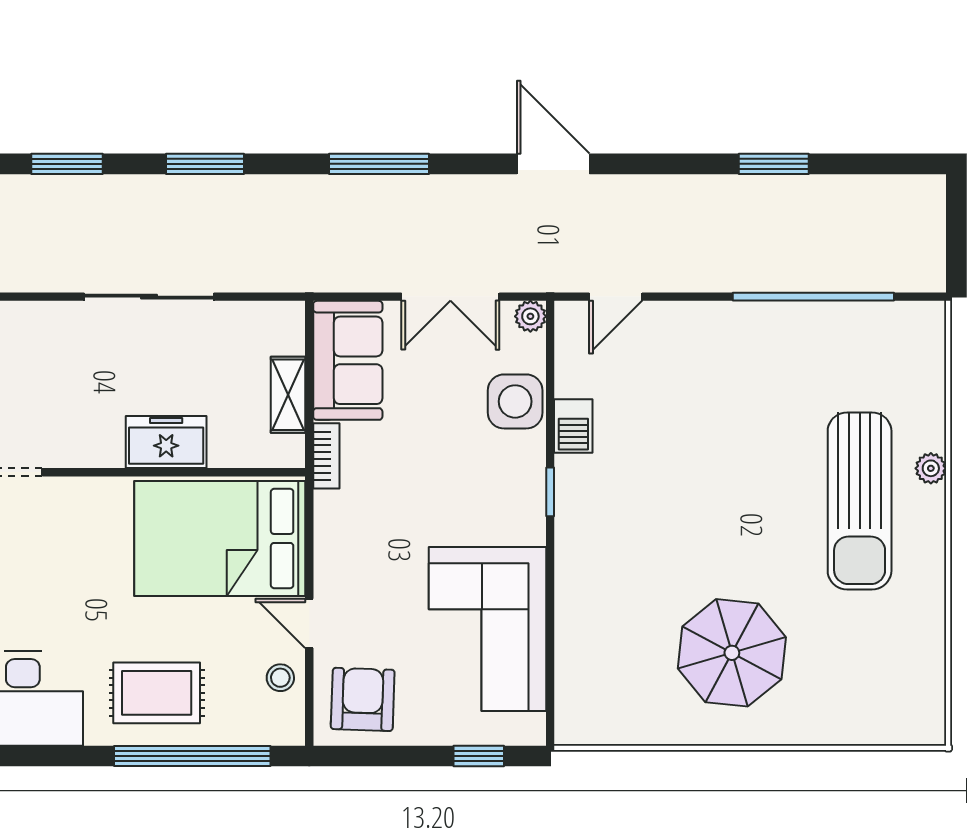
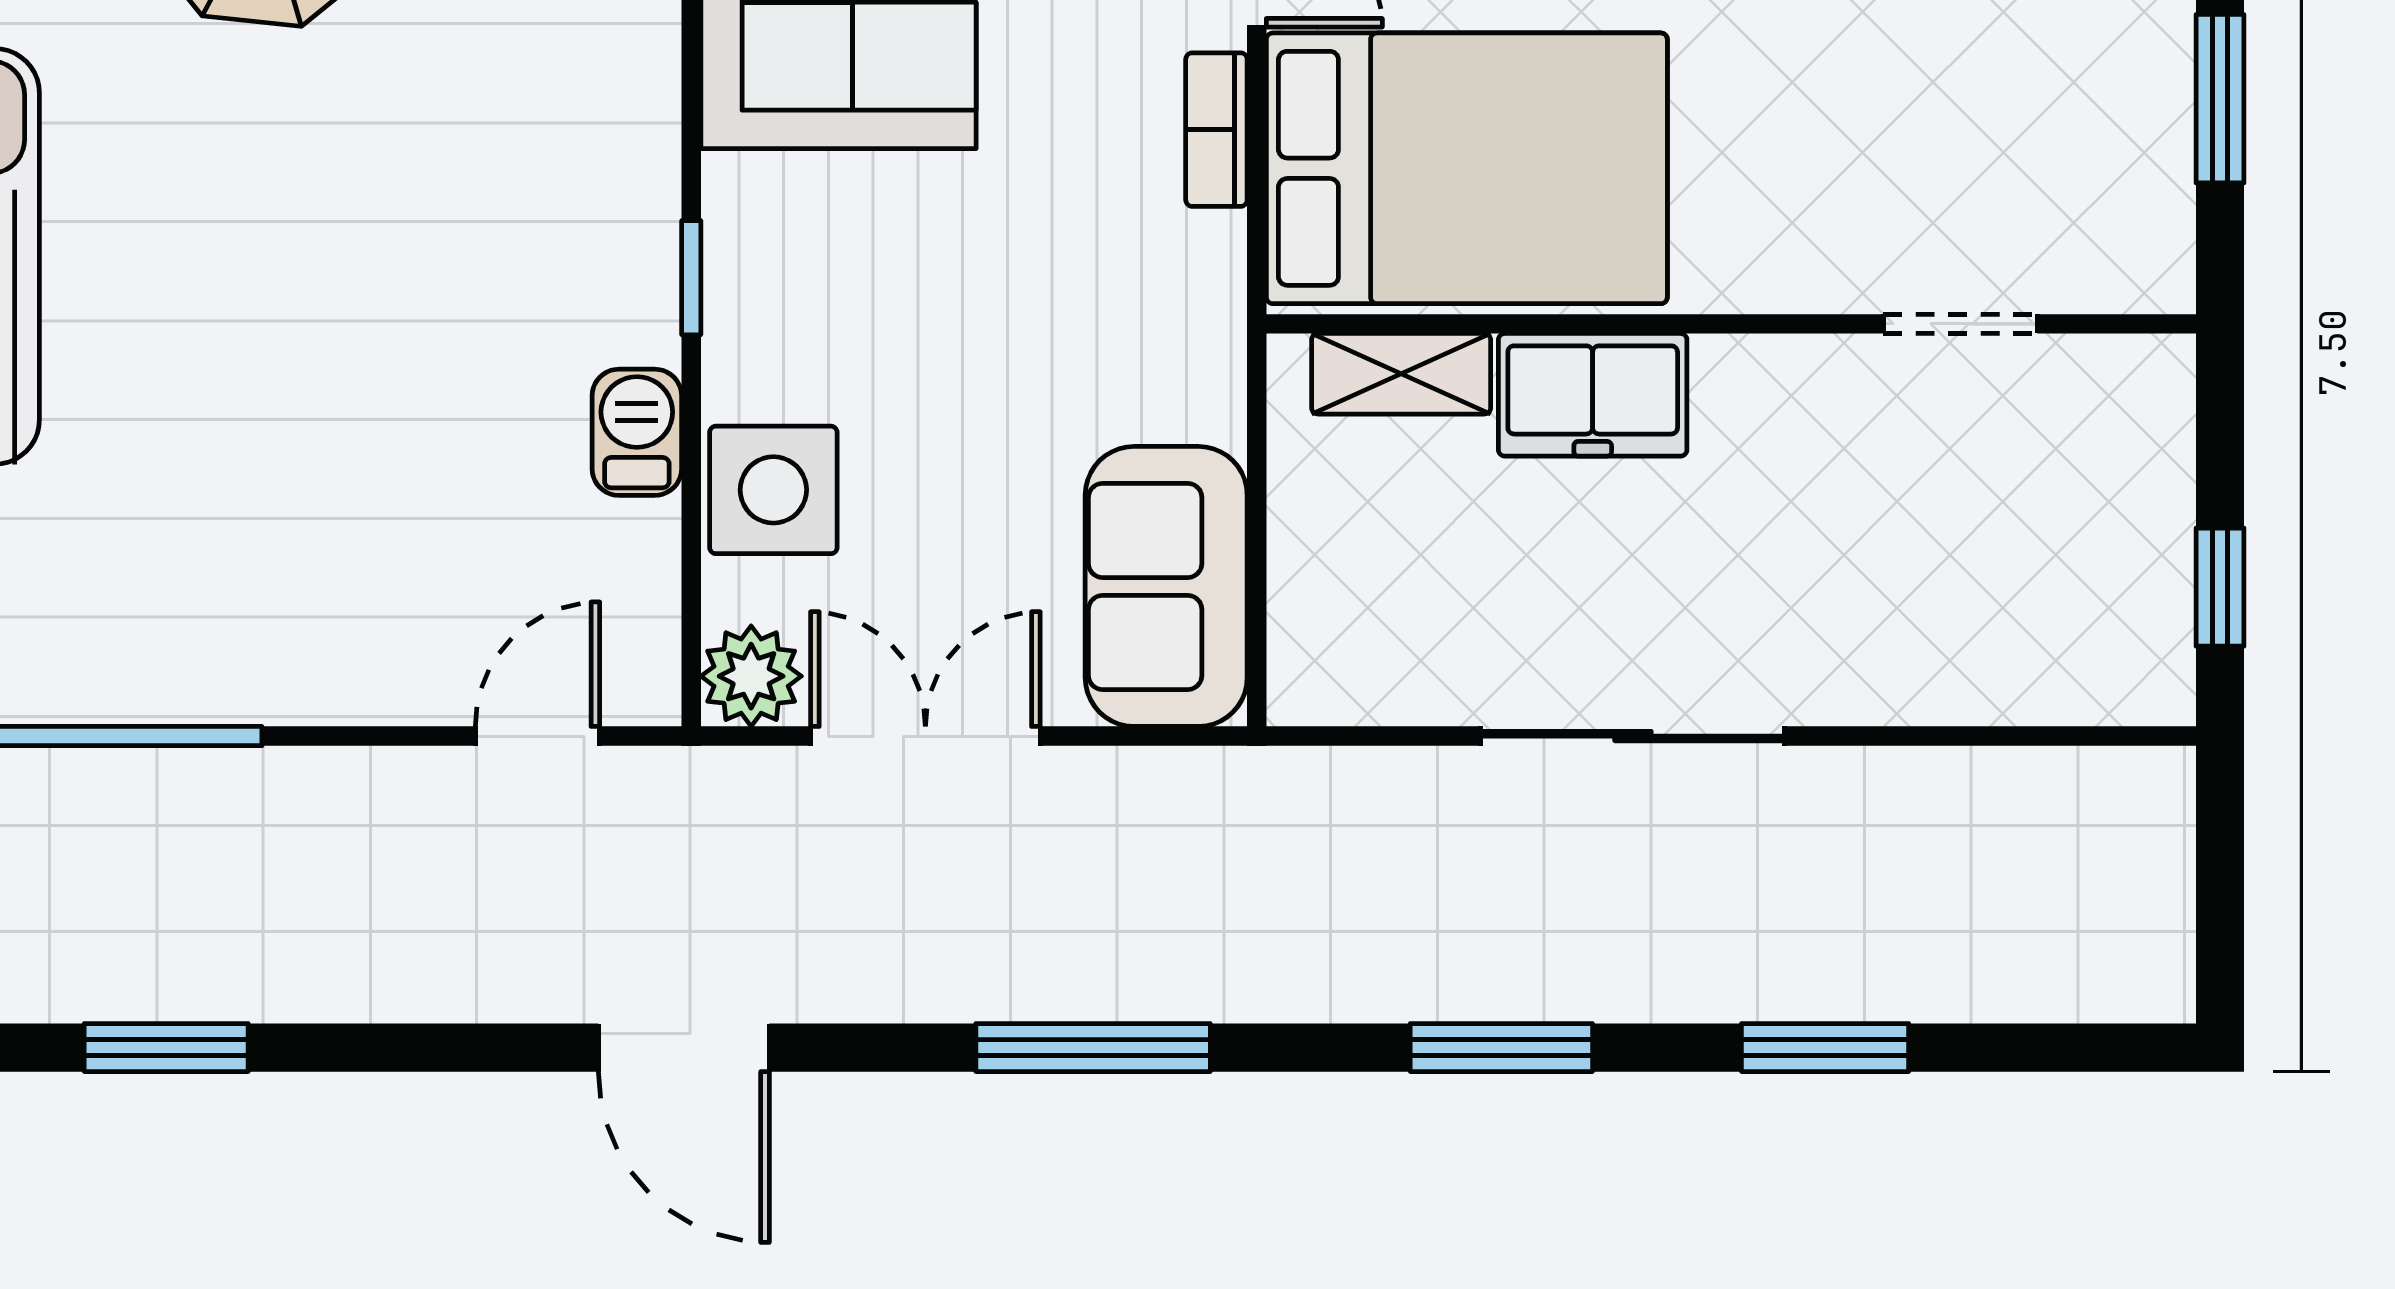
plant: (530, 316) -> (751, 676), width x1.38, depth x1.38
shelving: (288, 395) -> (1401, 374), moved, turned 90
bookcase: (326, 456) -> (1216, 130), moved

